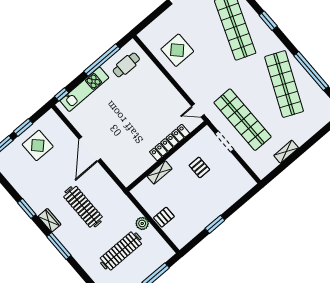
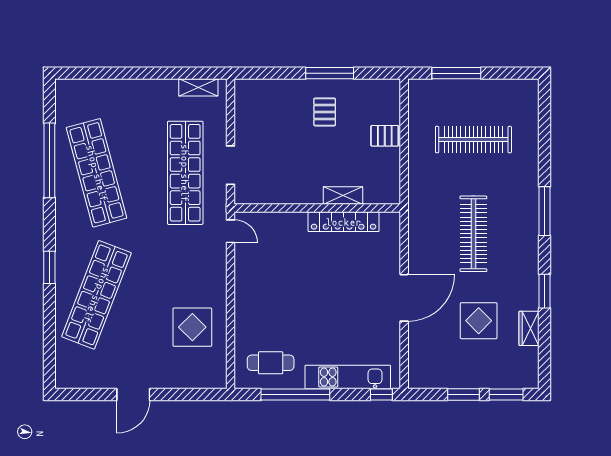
shop shelf: (284, 84) -> (97, 173), turned -39
locker: (170, 143) -> (344, 222), moved
display table: (38, 145) -> (479, 321), moved
shelving: (286, 152) -> (198, 87), moved
pallet: (199, 167) -> (325, 112), moved
wardrobe: (49, 220) -> (529, 328), moved
plant: (142, 223) -> (418, 151), removed
window: (215, 224) -> (330, 73), width x1.44

